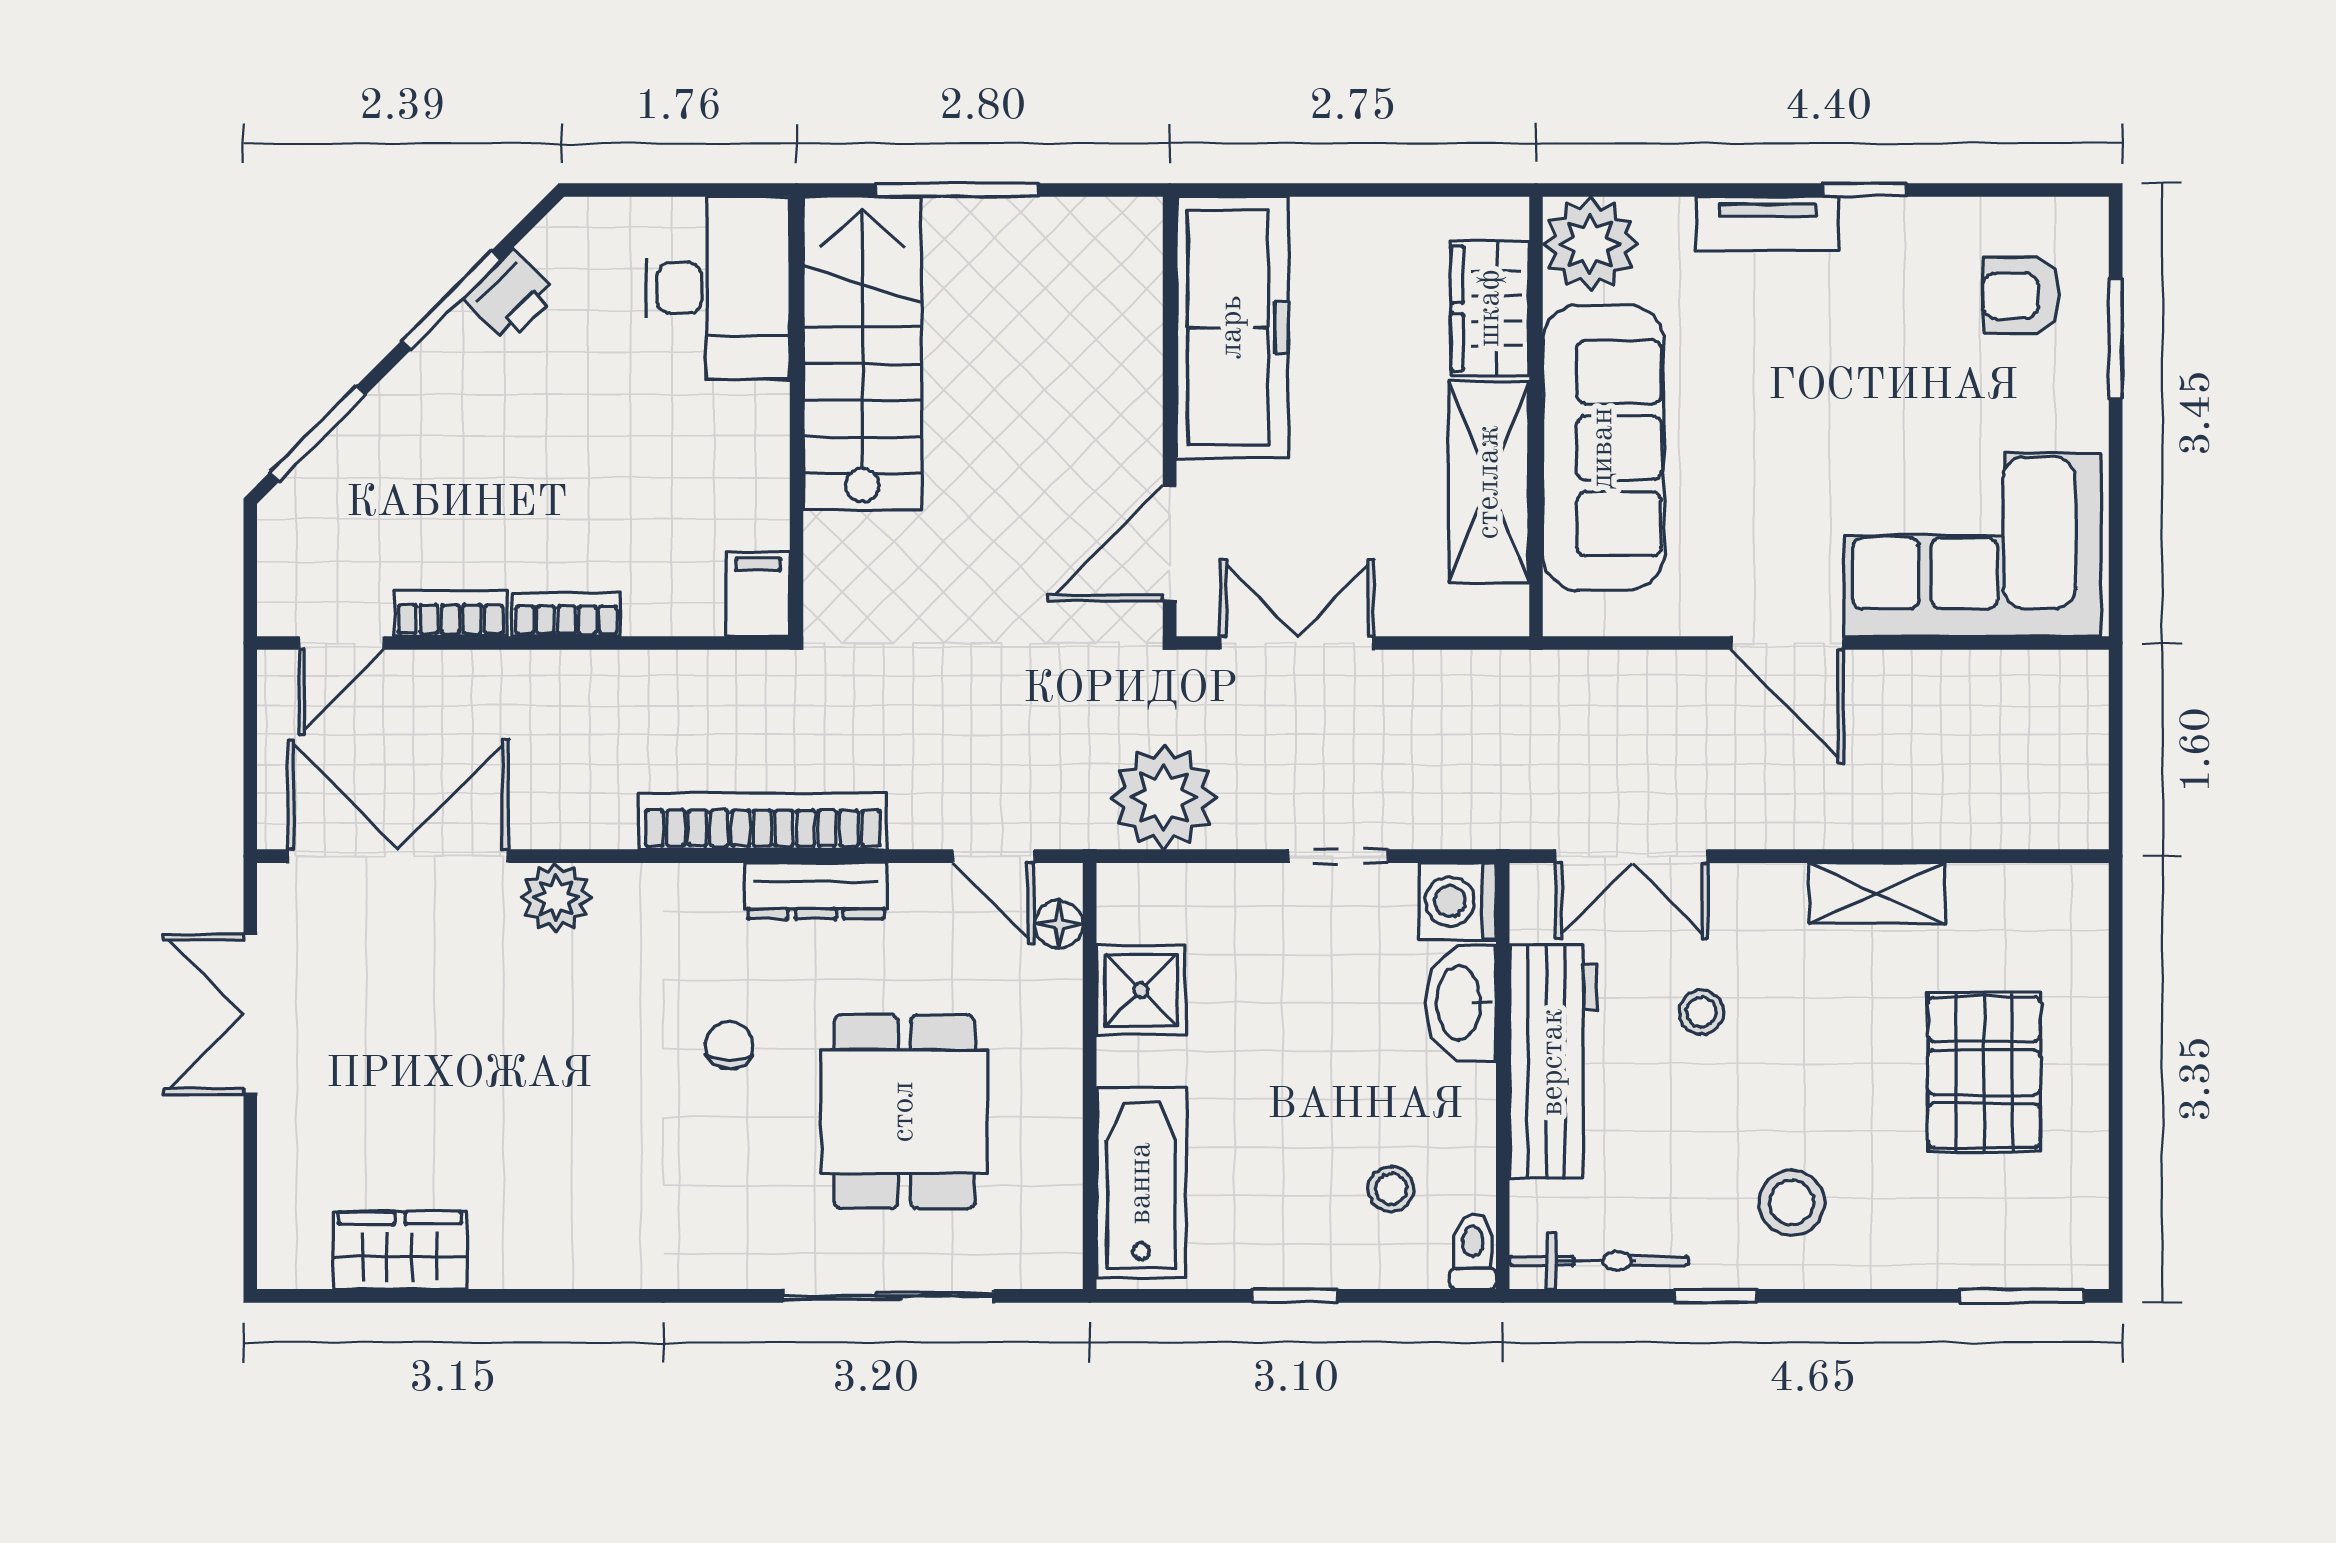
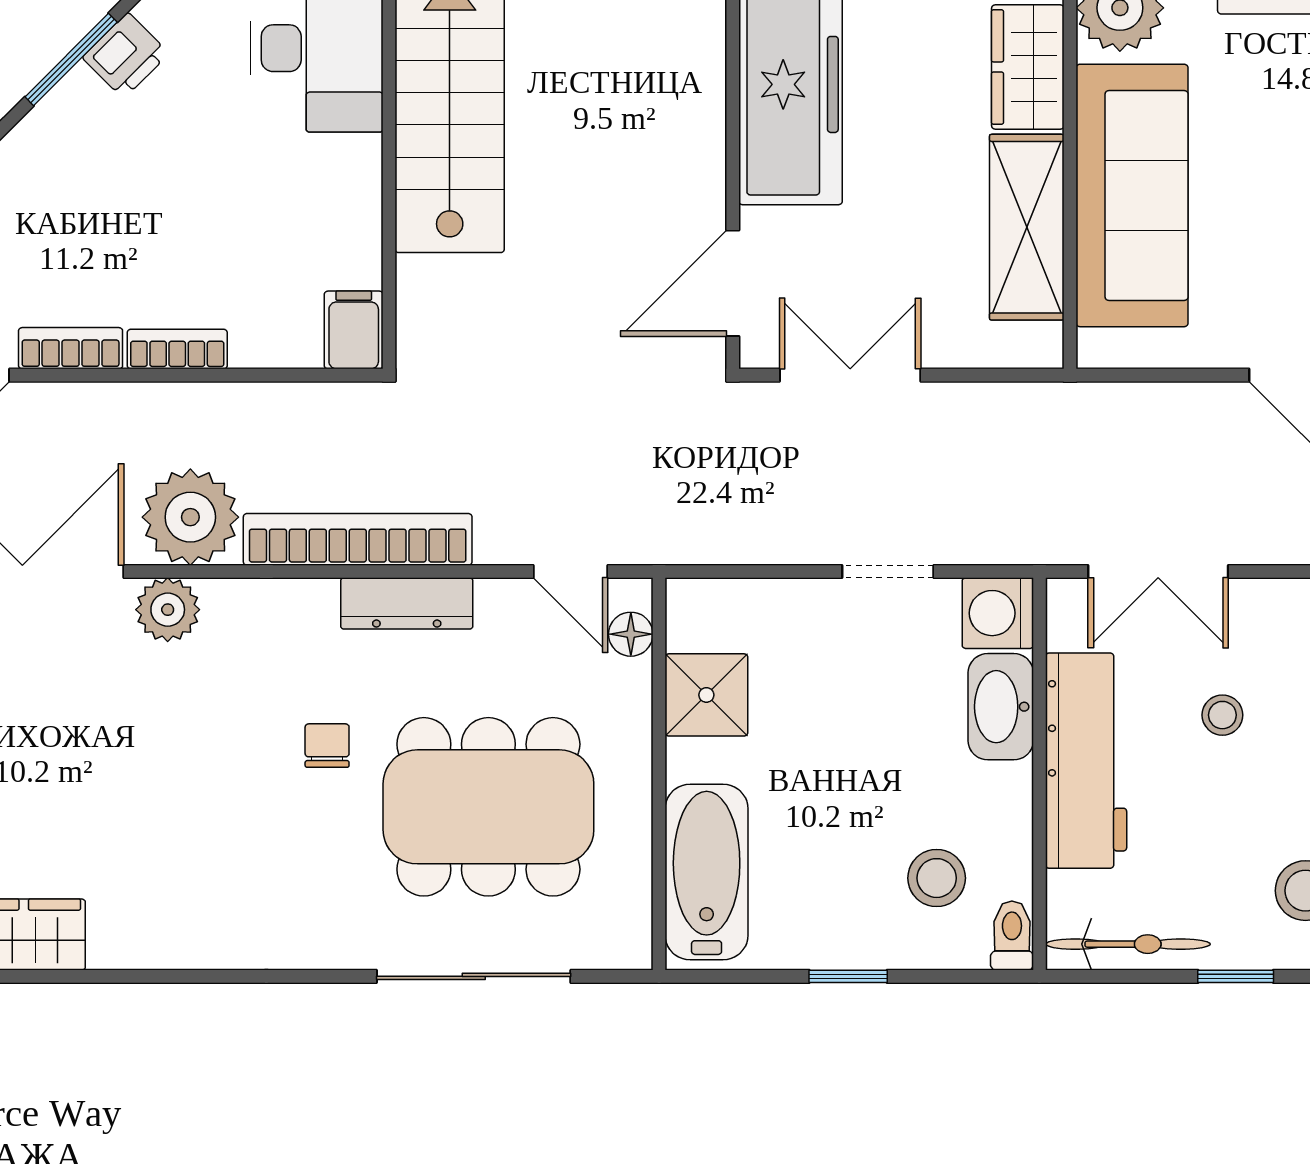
plant: (1164, 797) -> (190, 517), moved
dining table: (904, 1112) -> (488, 807), width x1.38
stool: (1391, 1189) -> (937, 878), width x1.37, depth x1.37

